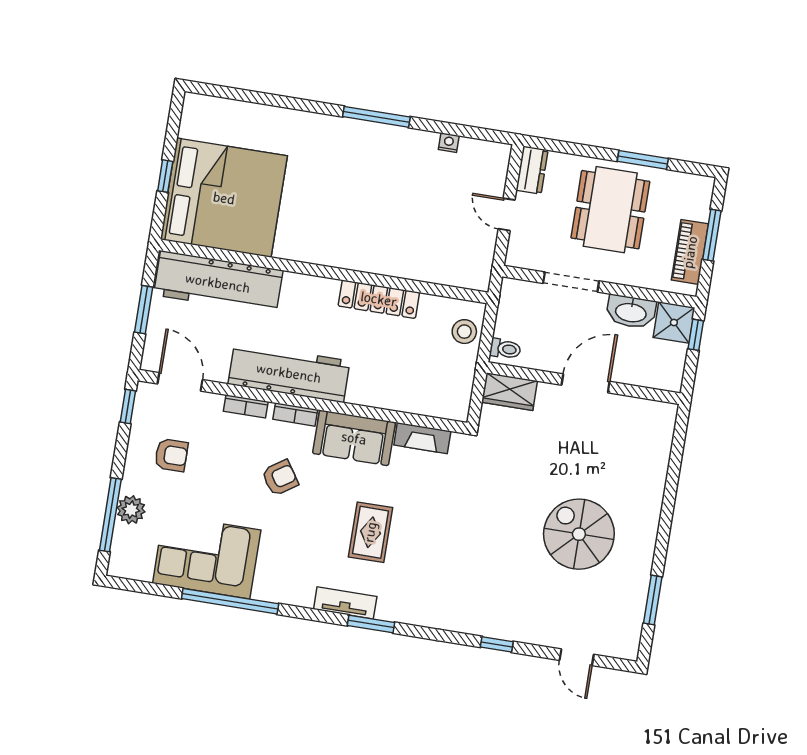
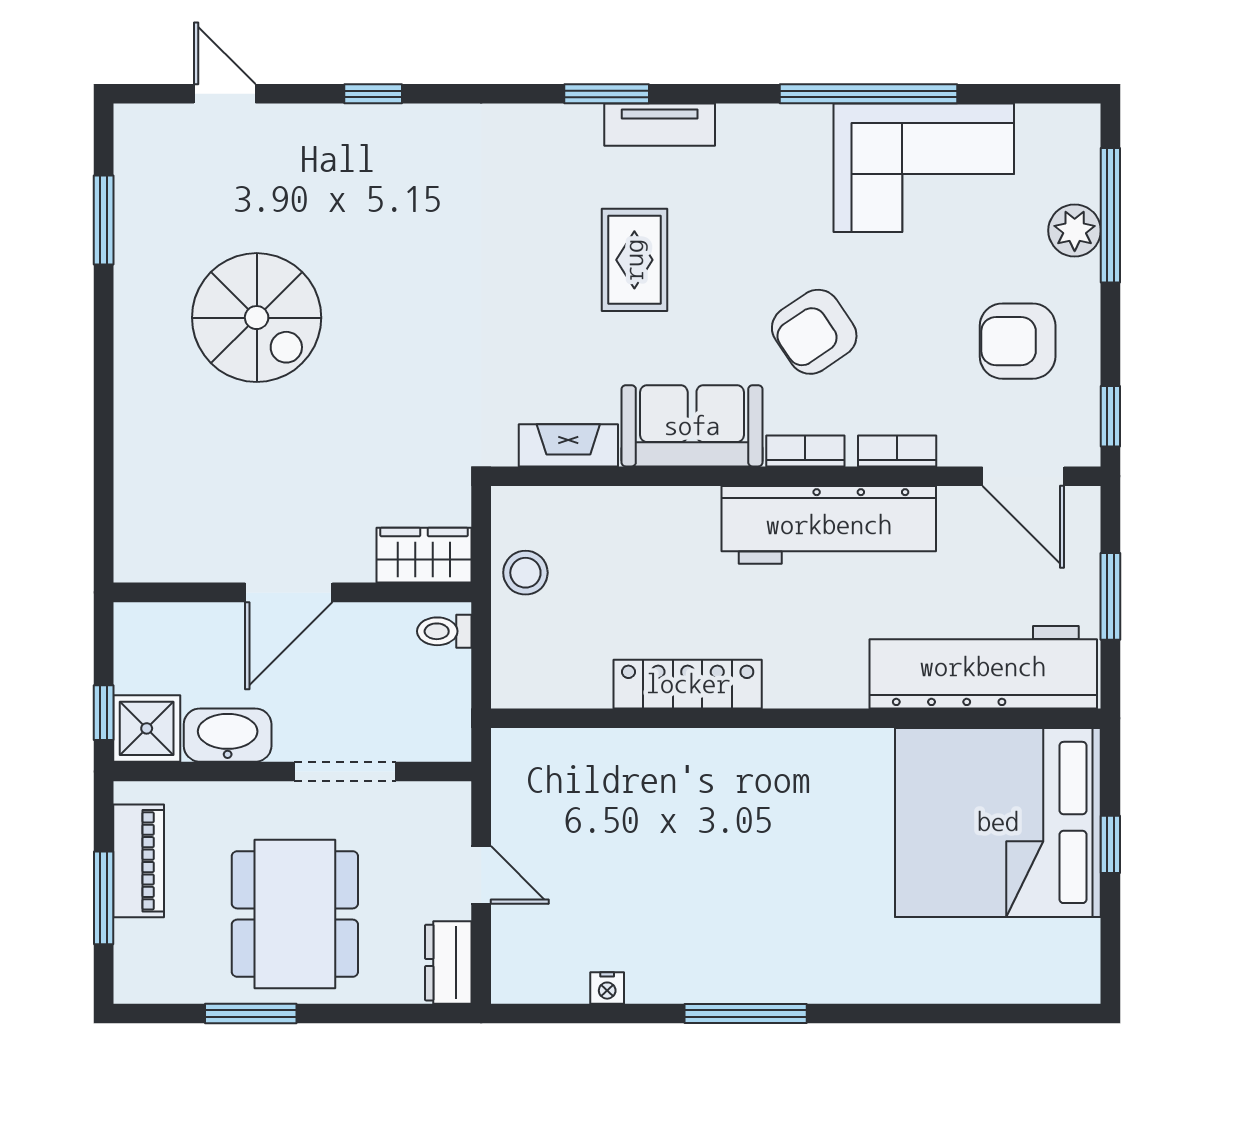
stool: (464, 332) -> (525, 573), moved
armchair: (171, 455) -> (1018, 341), width x1.38, depth x1.38
armchair: (280, 478) -> (814, 332), width x1.38, depth x1.38

